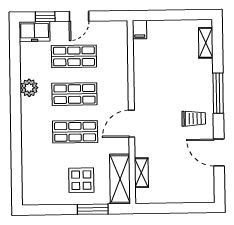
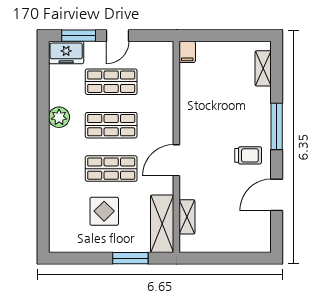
window: (45, 17) -> (79, 36), width x1.50
door: (219, 152) -> (277, 195), hinge flipped
display table: (81, 180) -> (104, 211), moved

